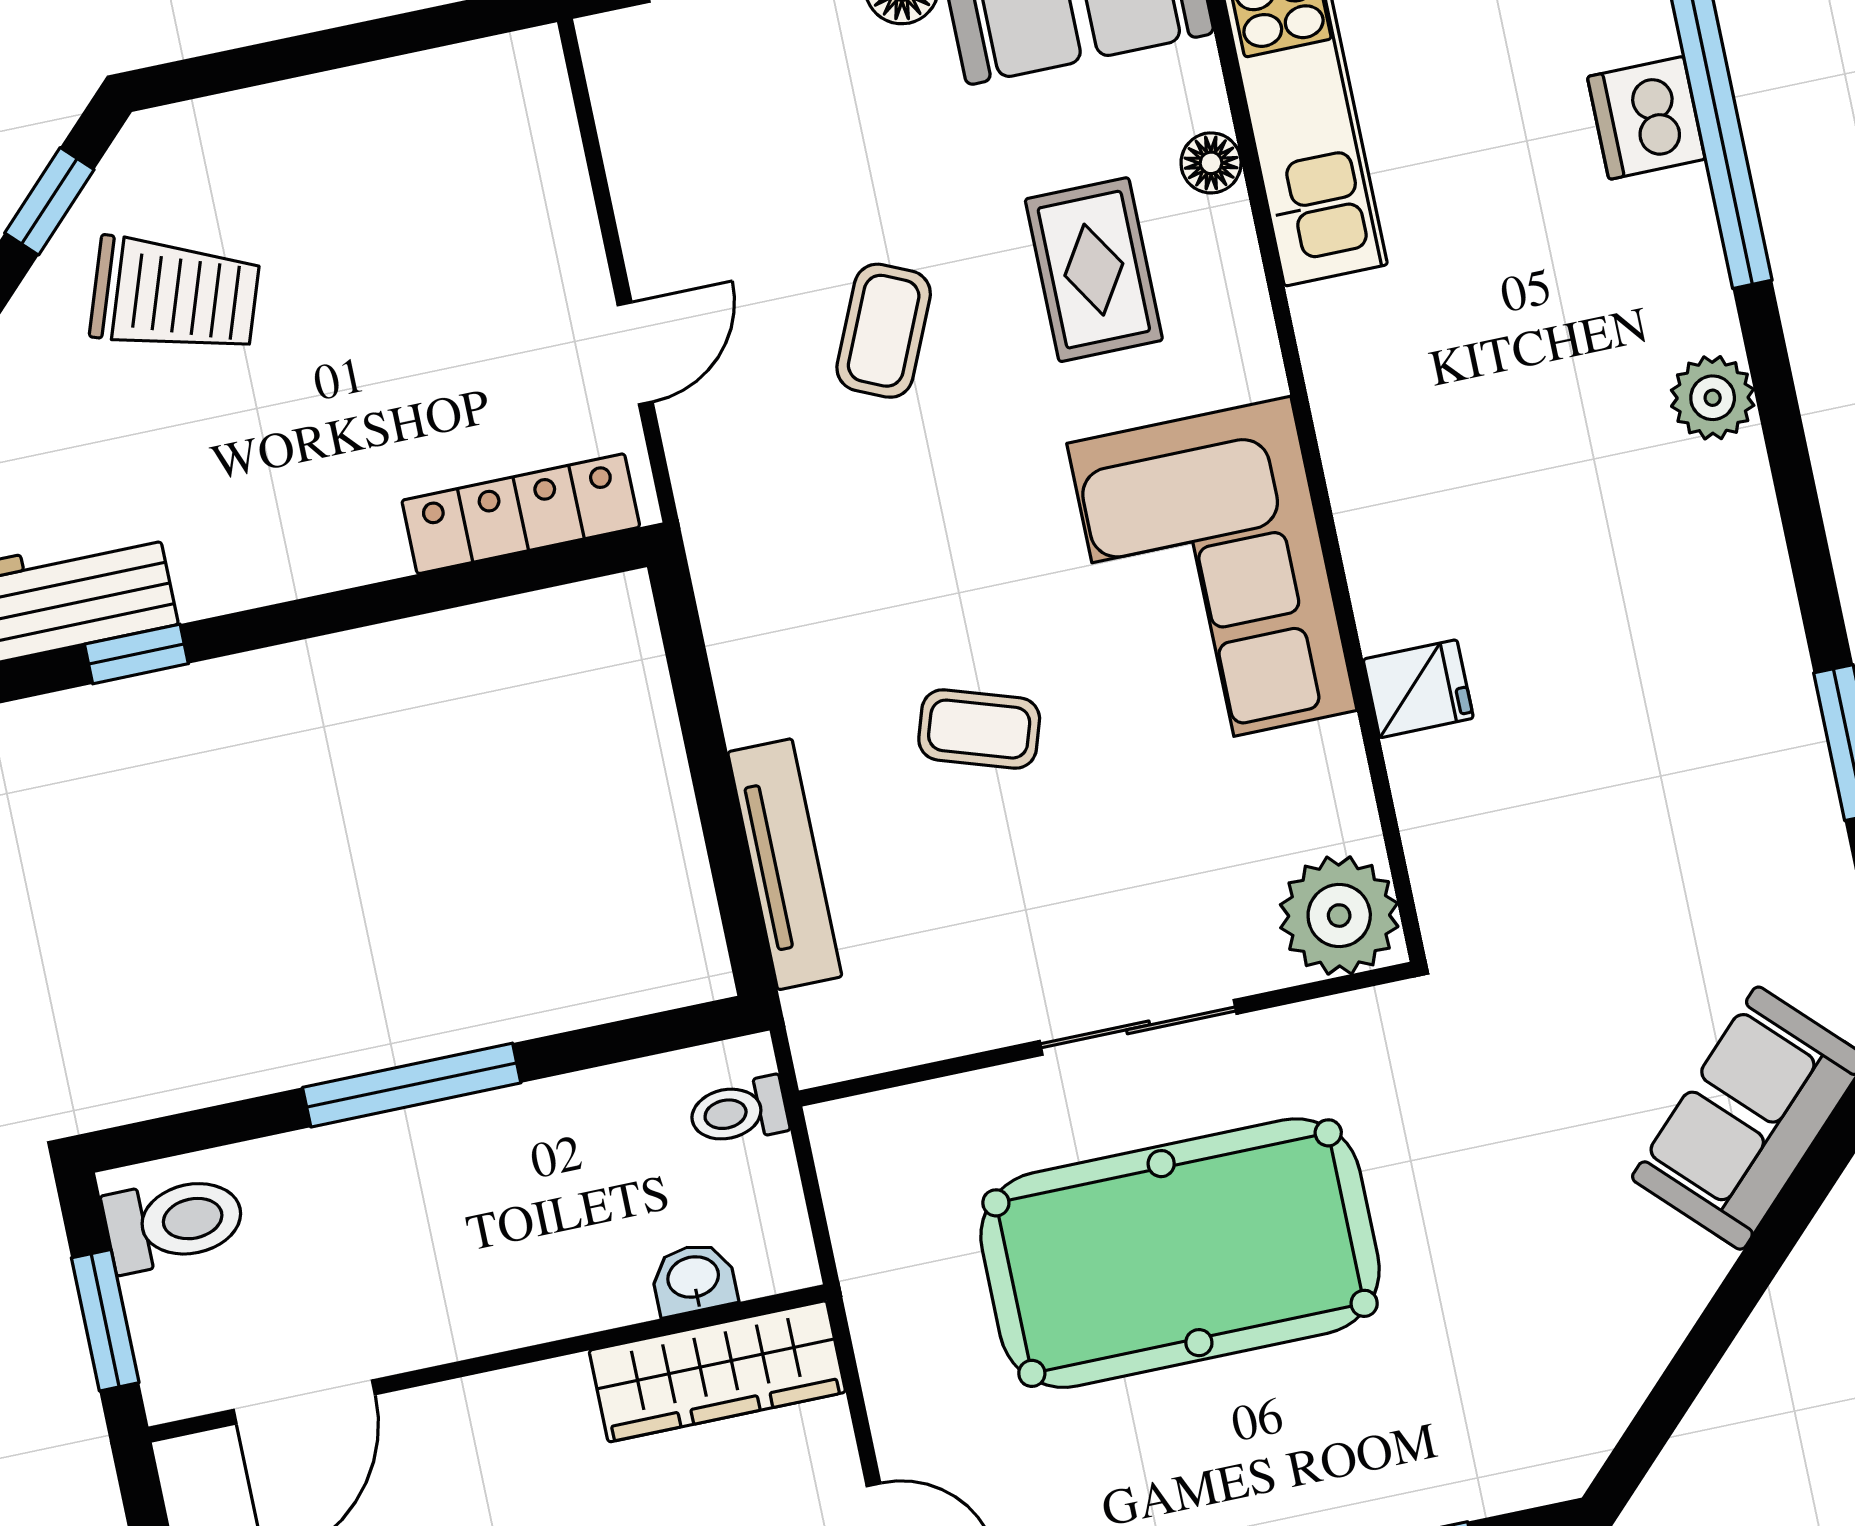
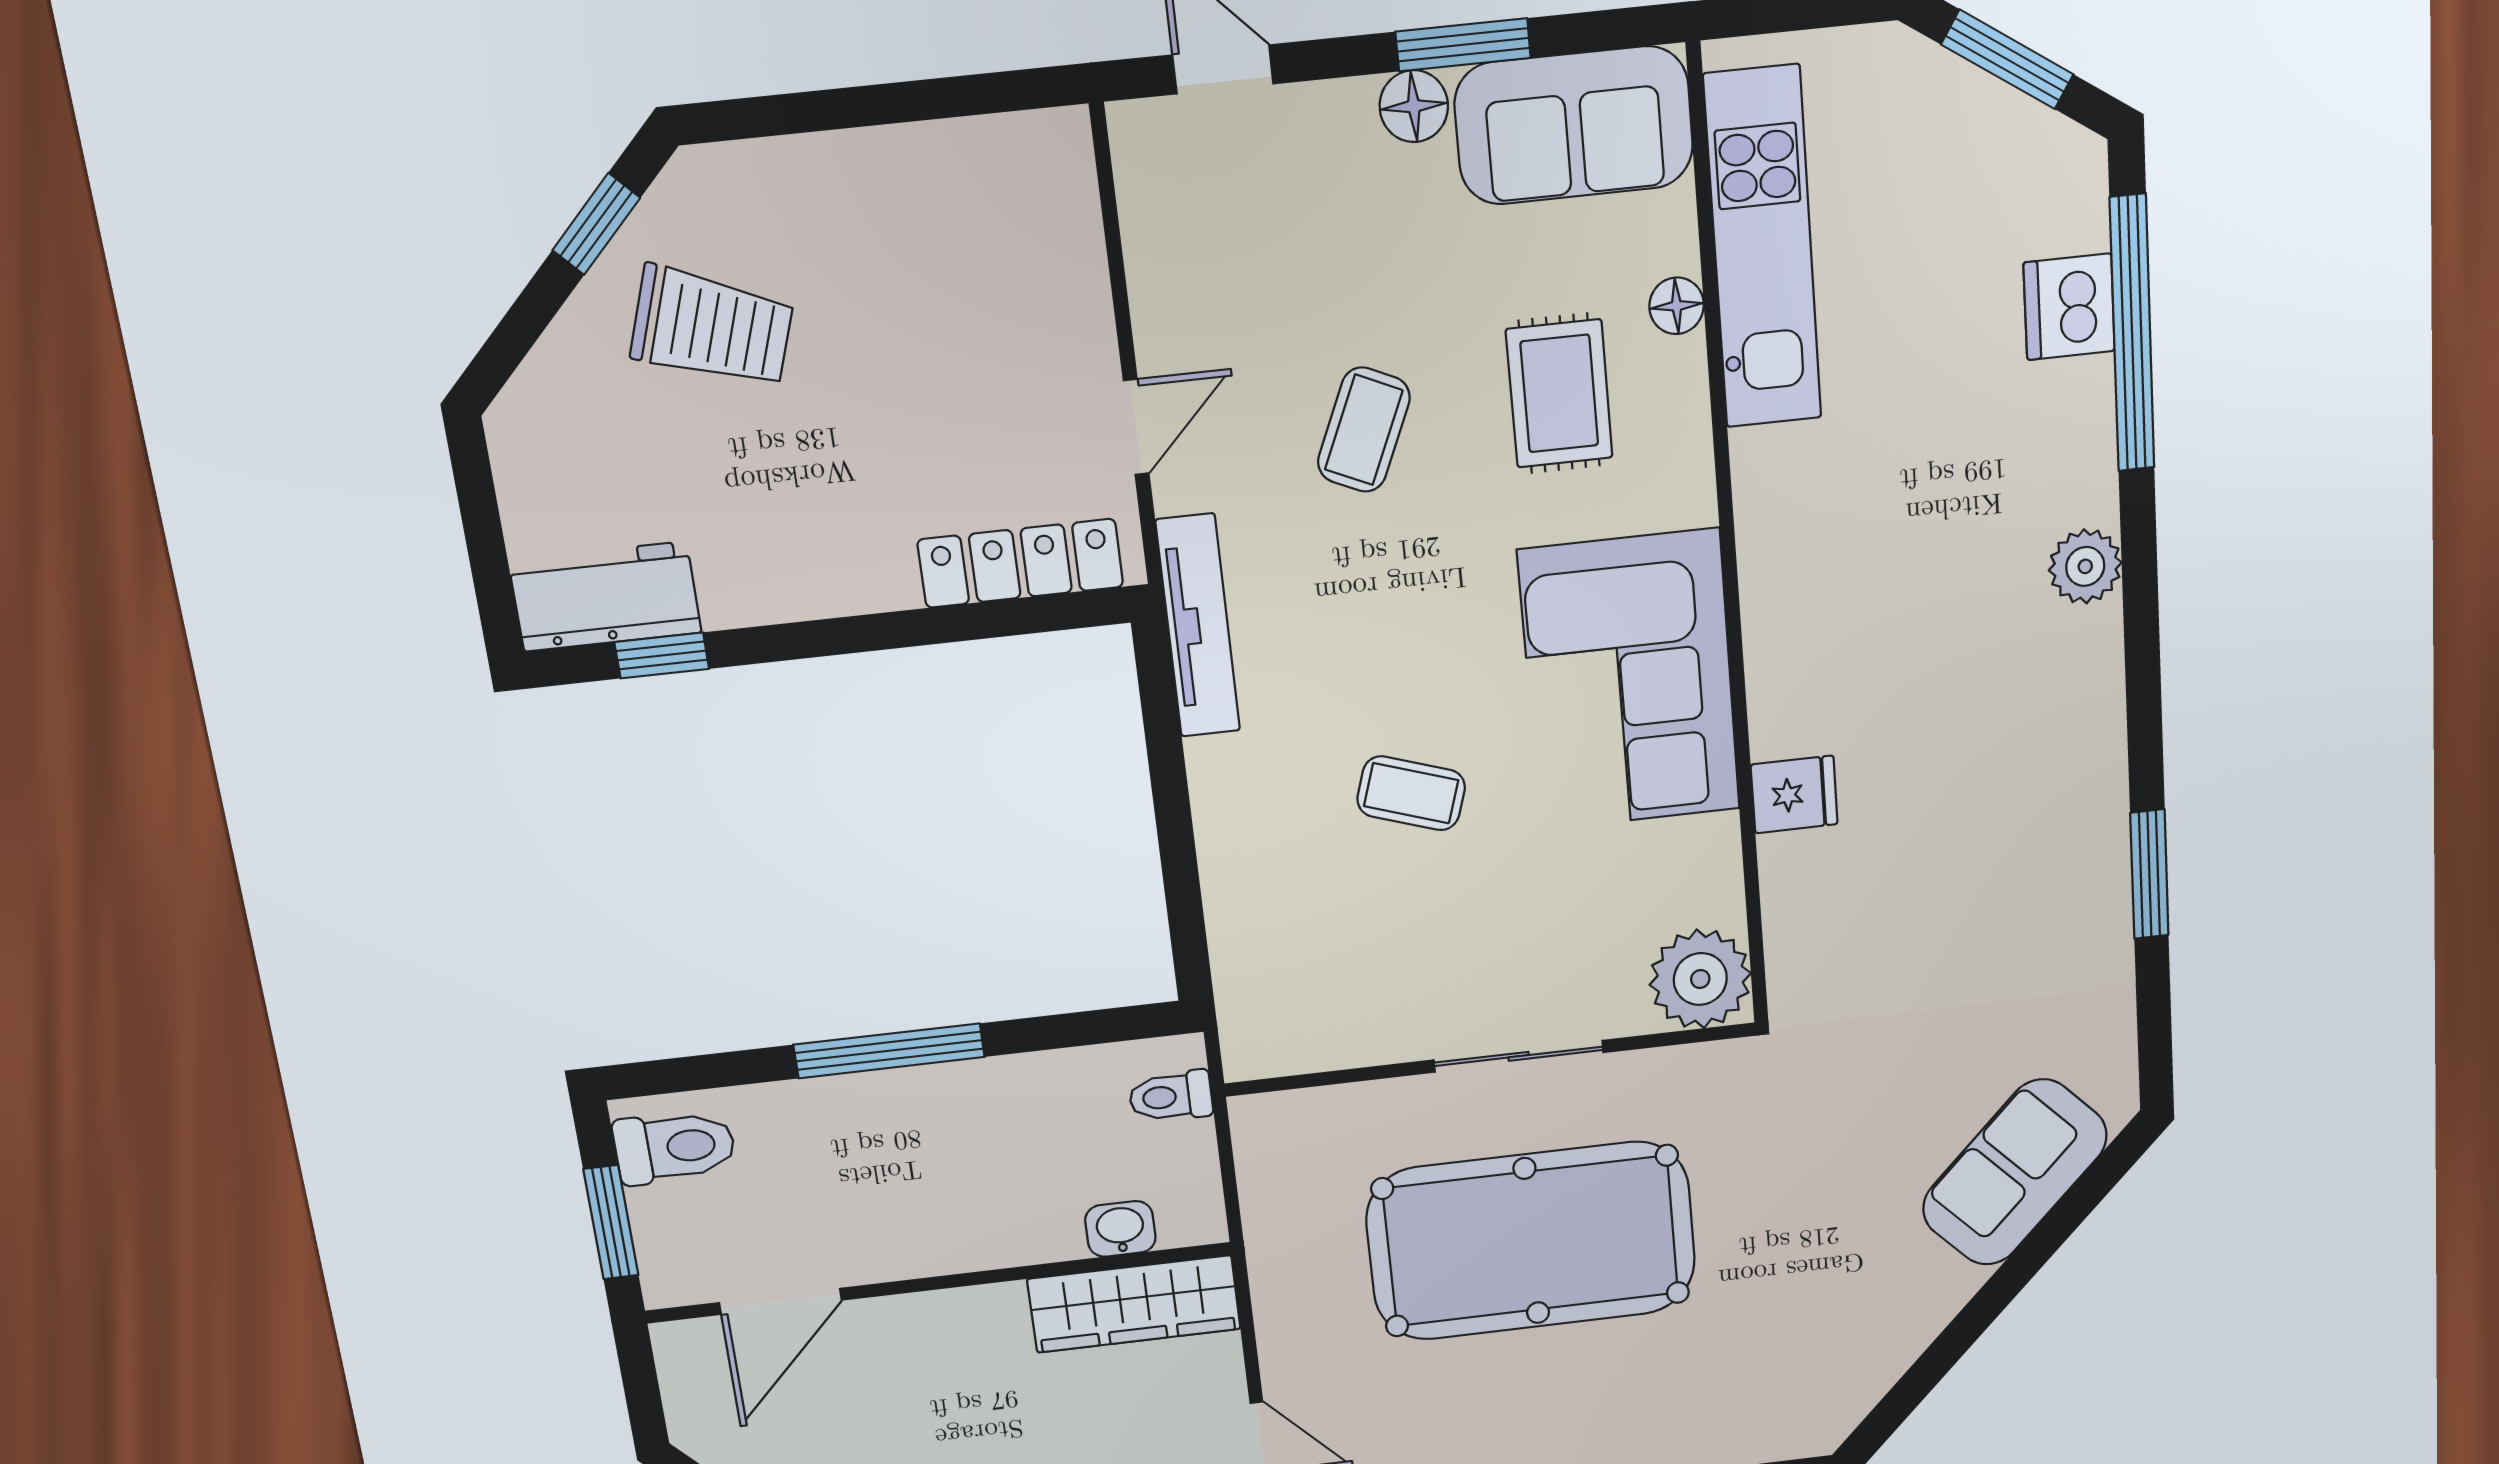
tv unit: (785, 864) -> (1198, 626), moved

